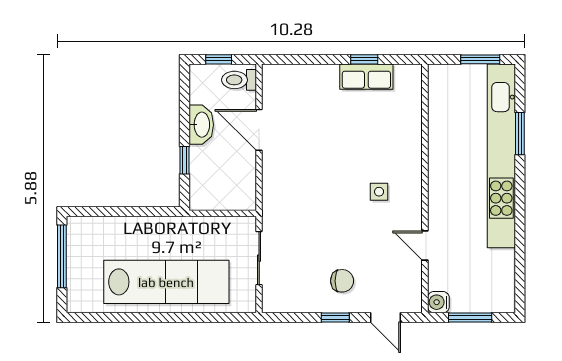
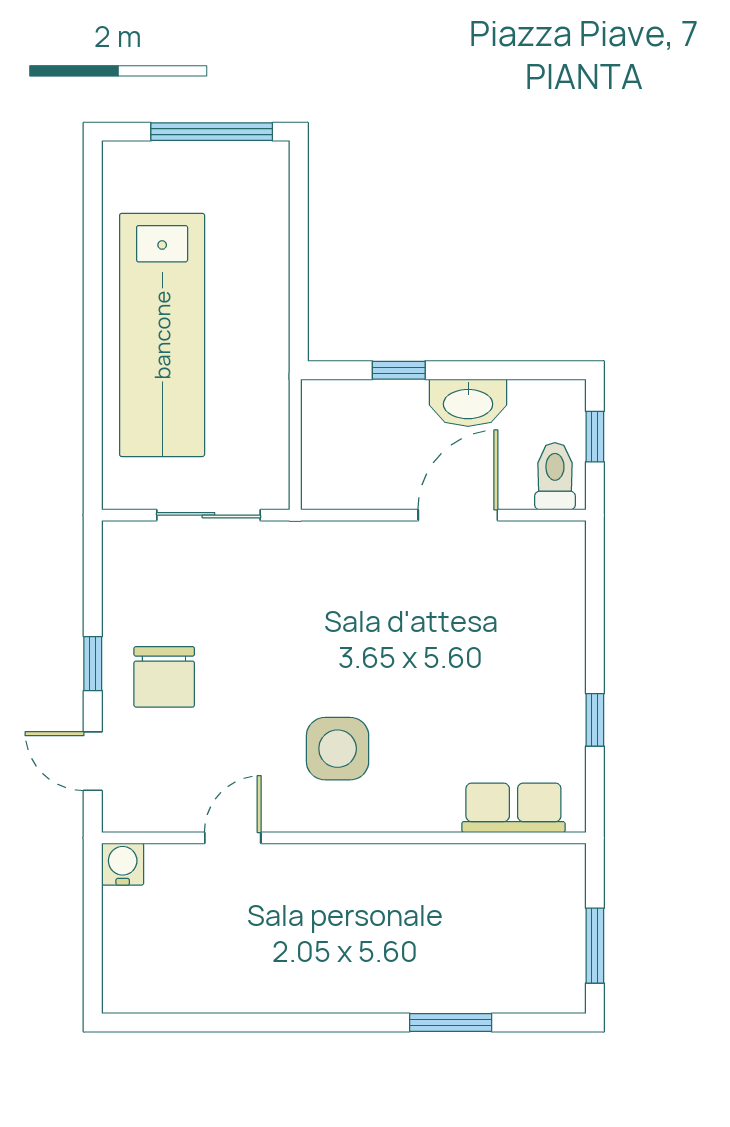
row of seats: (366, 77) -> (513, 808), moved, turned 90
kitchen unit: (501, 156) -> (407, 987), removed
side table: (379, 192) -> (338, 749), width x1.87, depth x1.87
chair: (342, 281) -> (164, 677), width x1.37, depth x1.37
door: (385, 318) -> (93, 761), hinge flipped
window: (470, 318) -> (93, 926), removed

